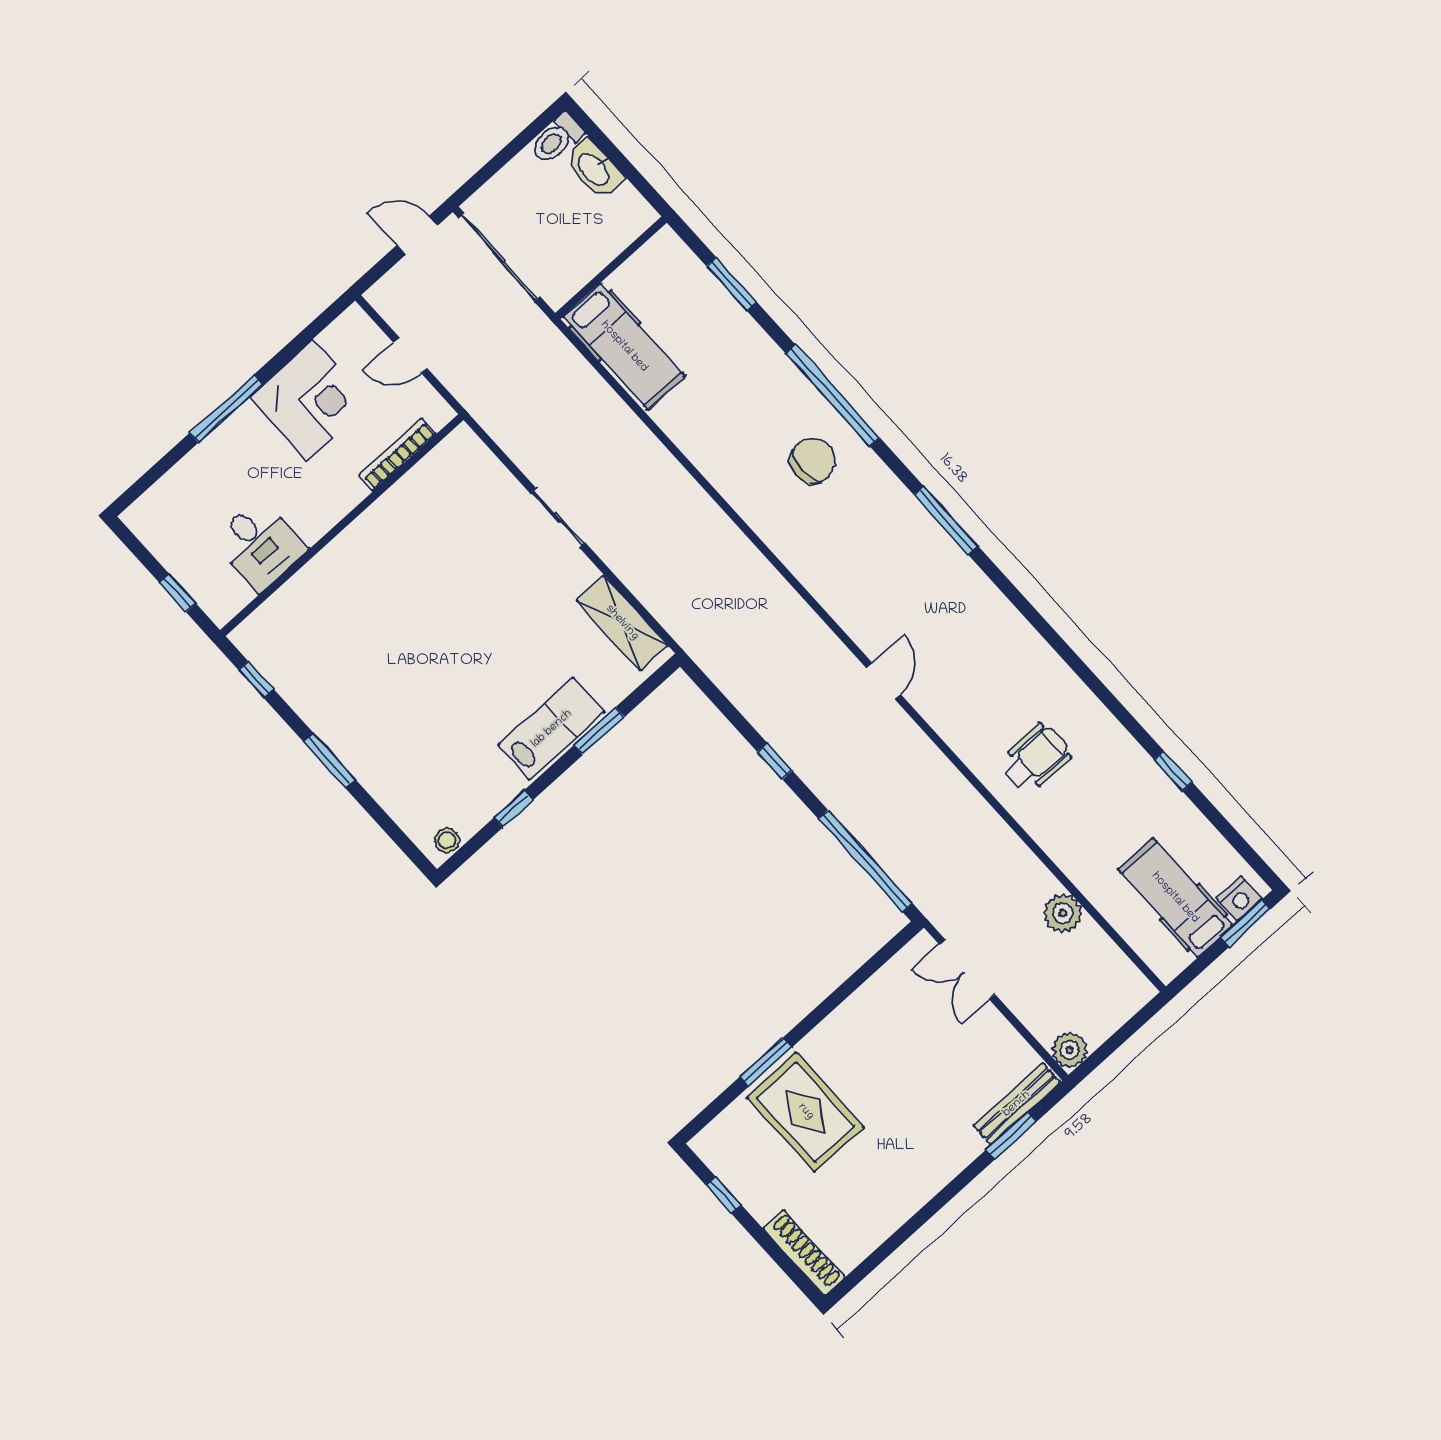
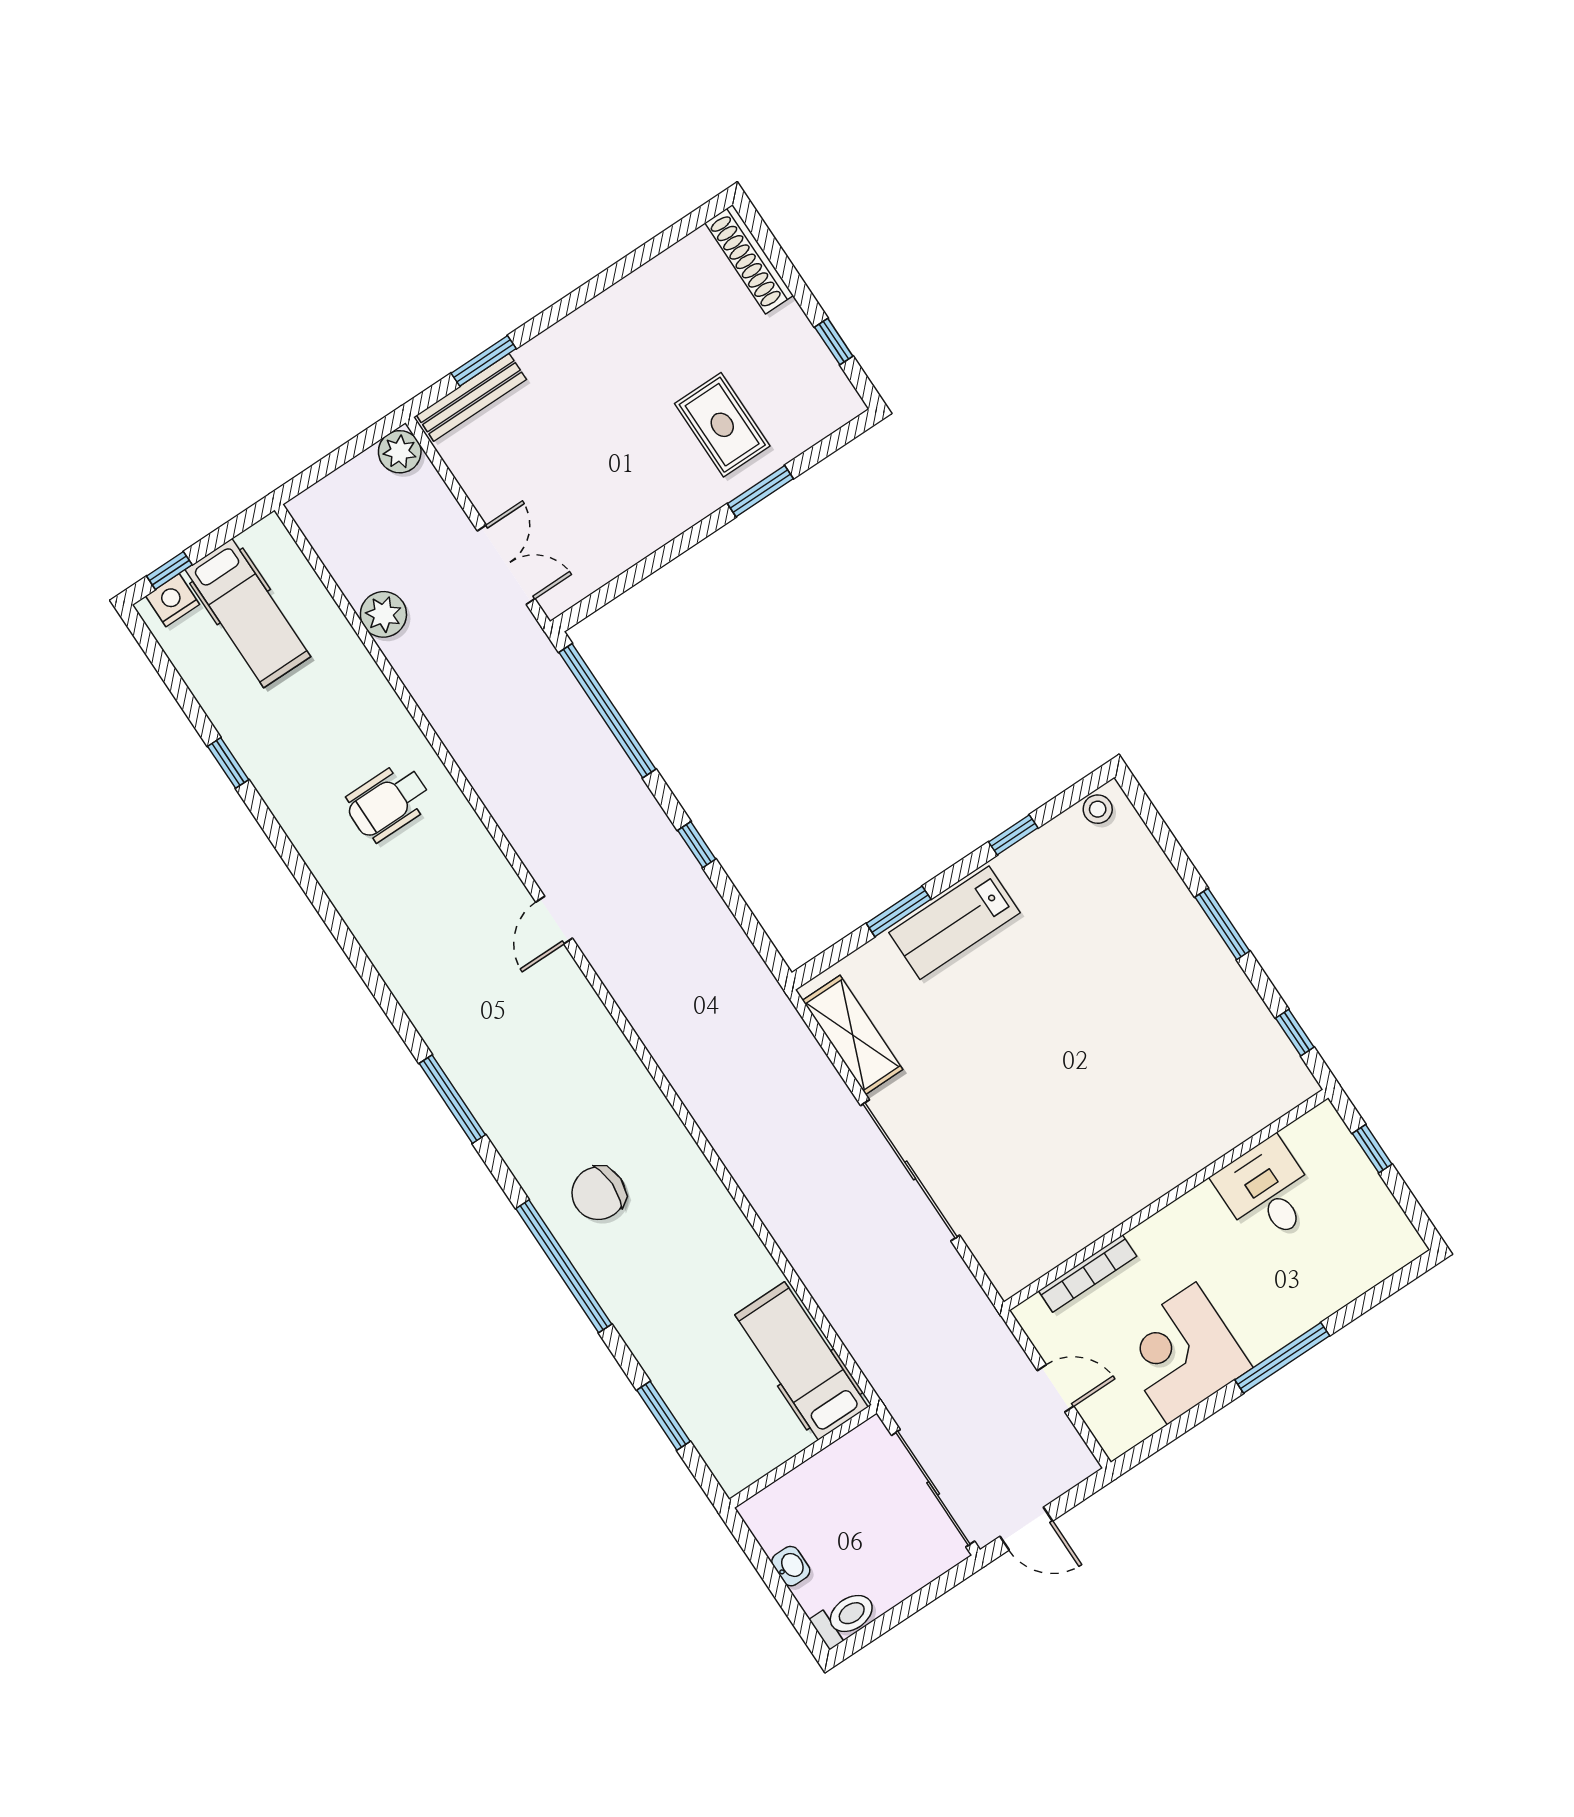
washbasin: (594, 169) -> (791, 1566), width x0.52, depth x0.69
sliding door: (558, 518) -> (910, 1170), width x1.86
window: (1246, 923) -> (169, 570), width x0.67
rug: (806, 1112) -> (722, 425), width x0.73, depth x0.70

